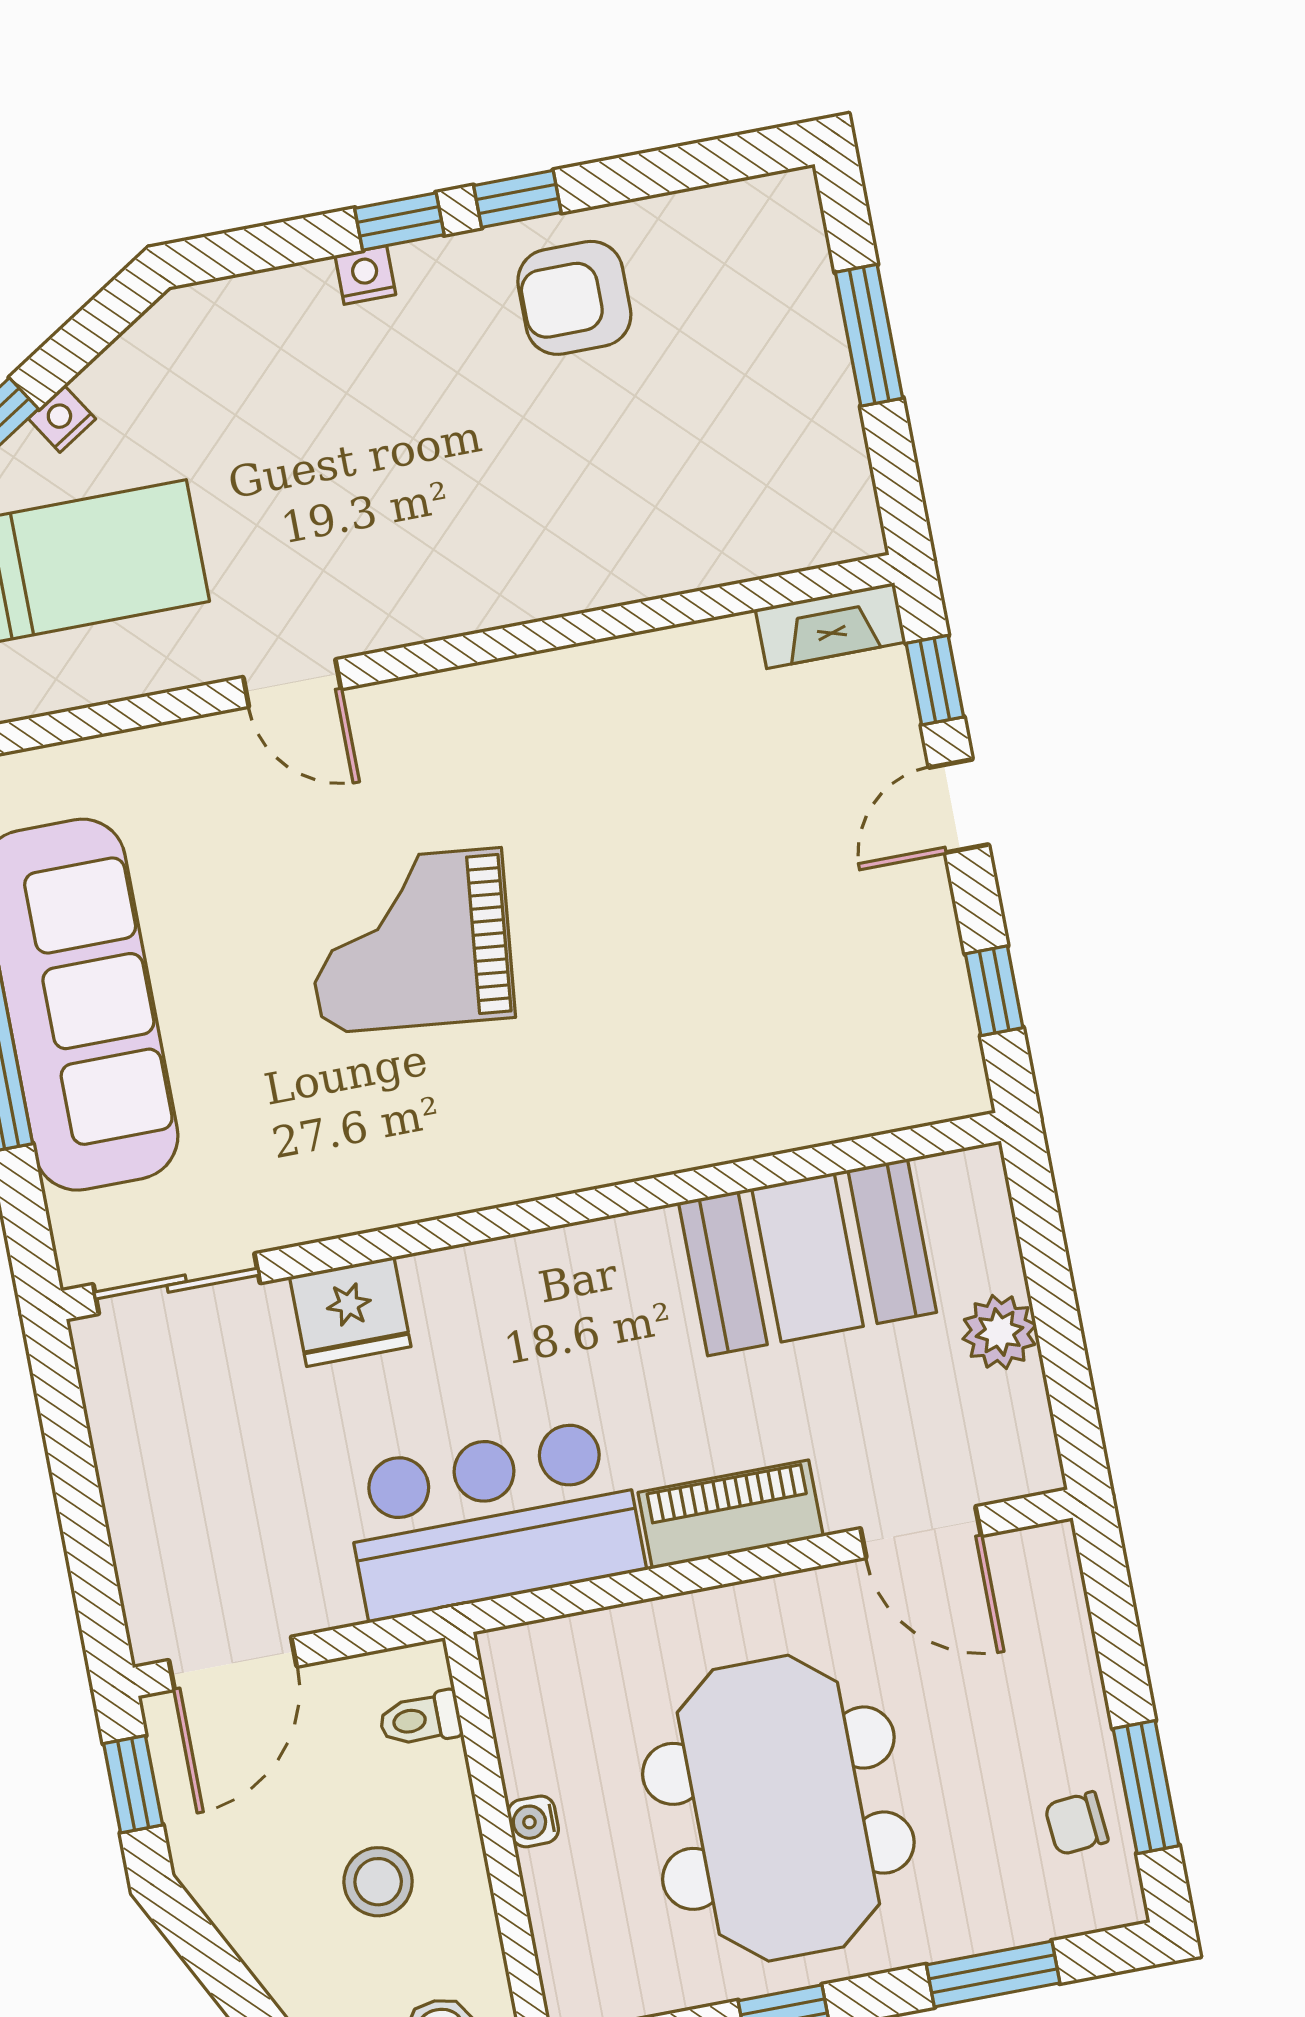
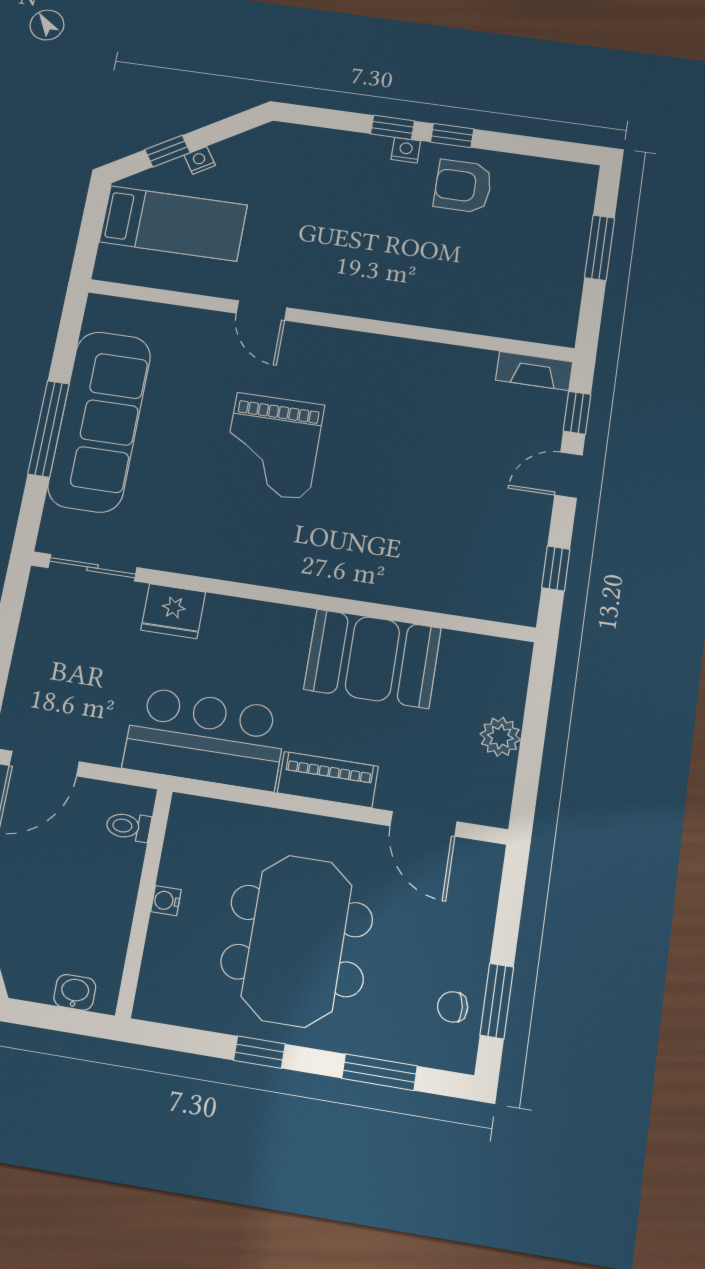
nightstand: (365, 275) -> (406, 150), moved
grand piano: (410, 941) -> (272, 446), turned -96
booth: (808, 1257) -> (372, 659), moved
stool: (378, 1882) -> (73, 903), removed

